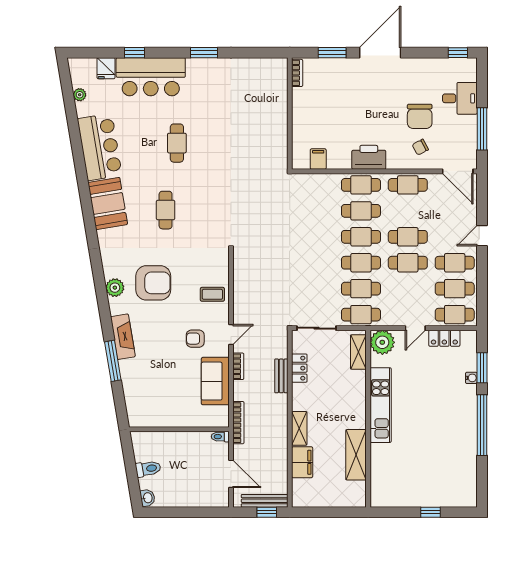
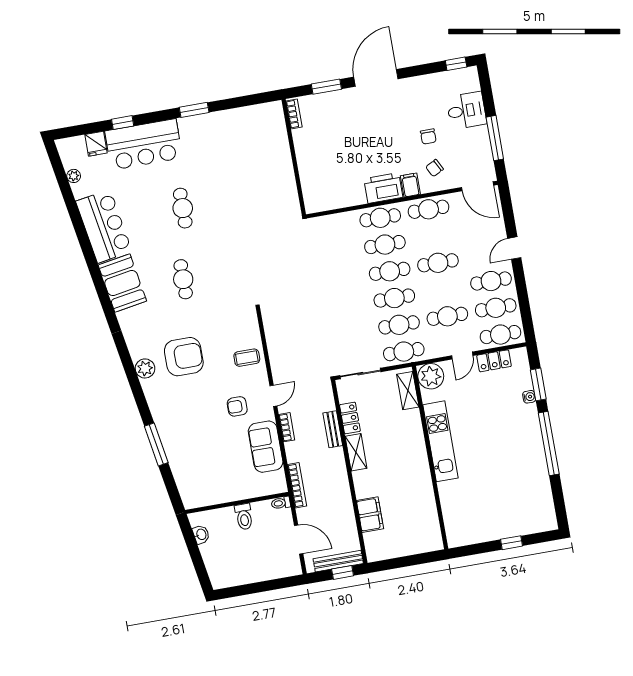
chair: (420, 116) -> (428, 136), width x0.54, depth x0.54
filing cabinet: (318, 159) -> (410, 185), moved
cafe table: (408, 263) -> (447, 316), moved
fireplace: (123, 337) -> (162, 418), removed
shelving: (299, 428) -> (356, 452), moved
shelving: (356, 455) -> (424, 497), removed
toilet: (148, 469) -> (244, 517), moved, turned 100
washbasin: (147, 498) -> (201, 534), moved

